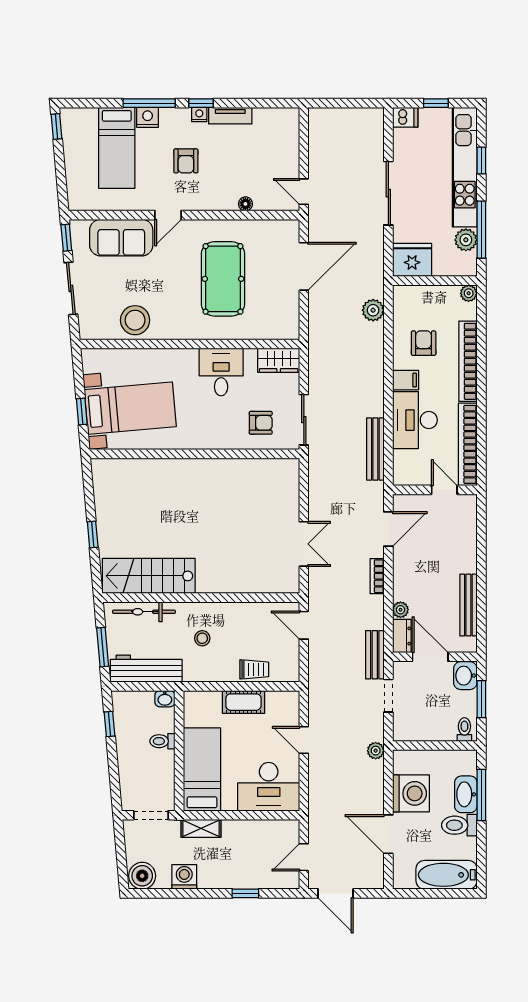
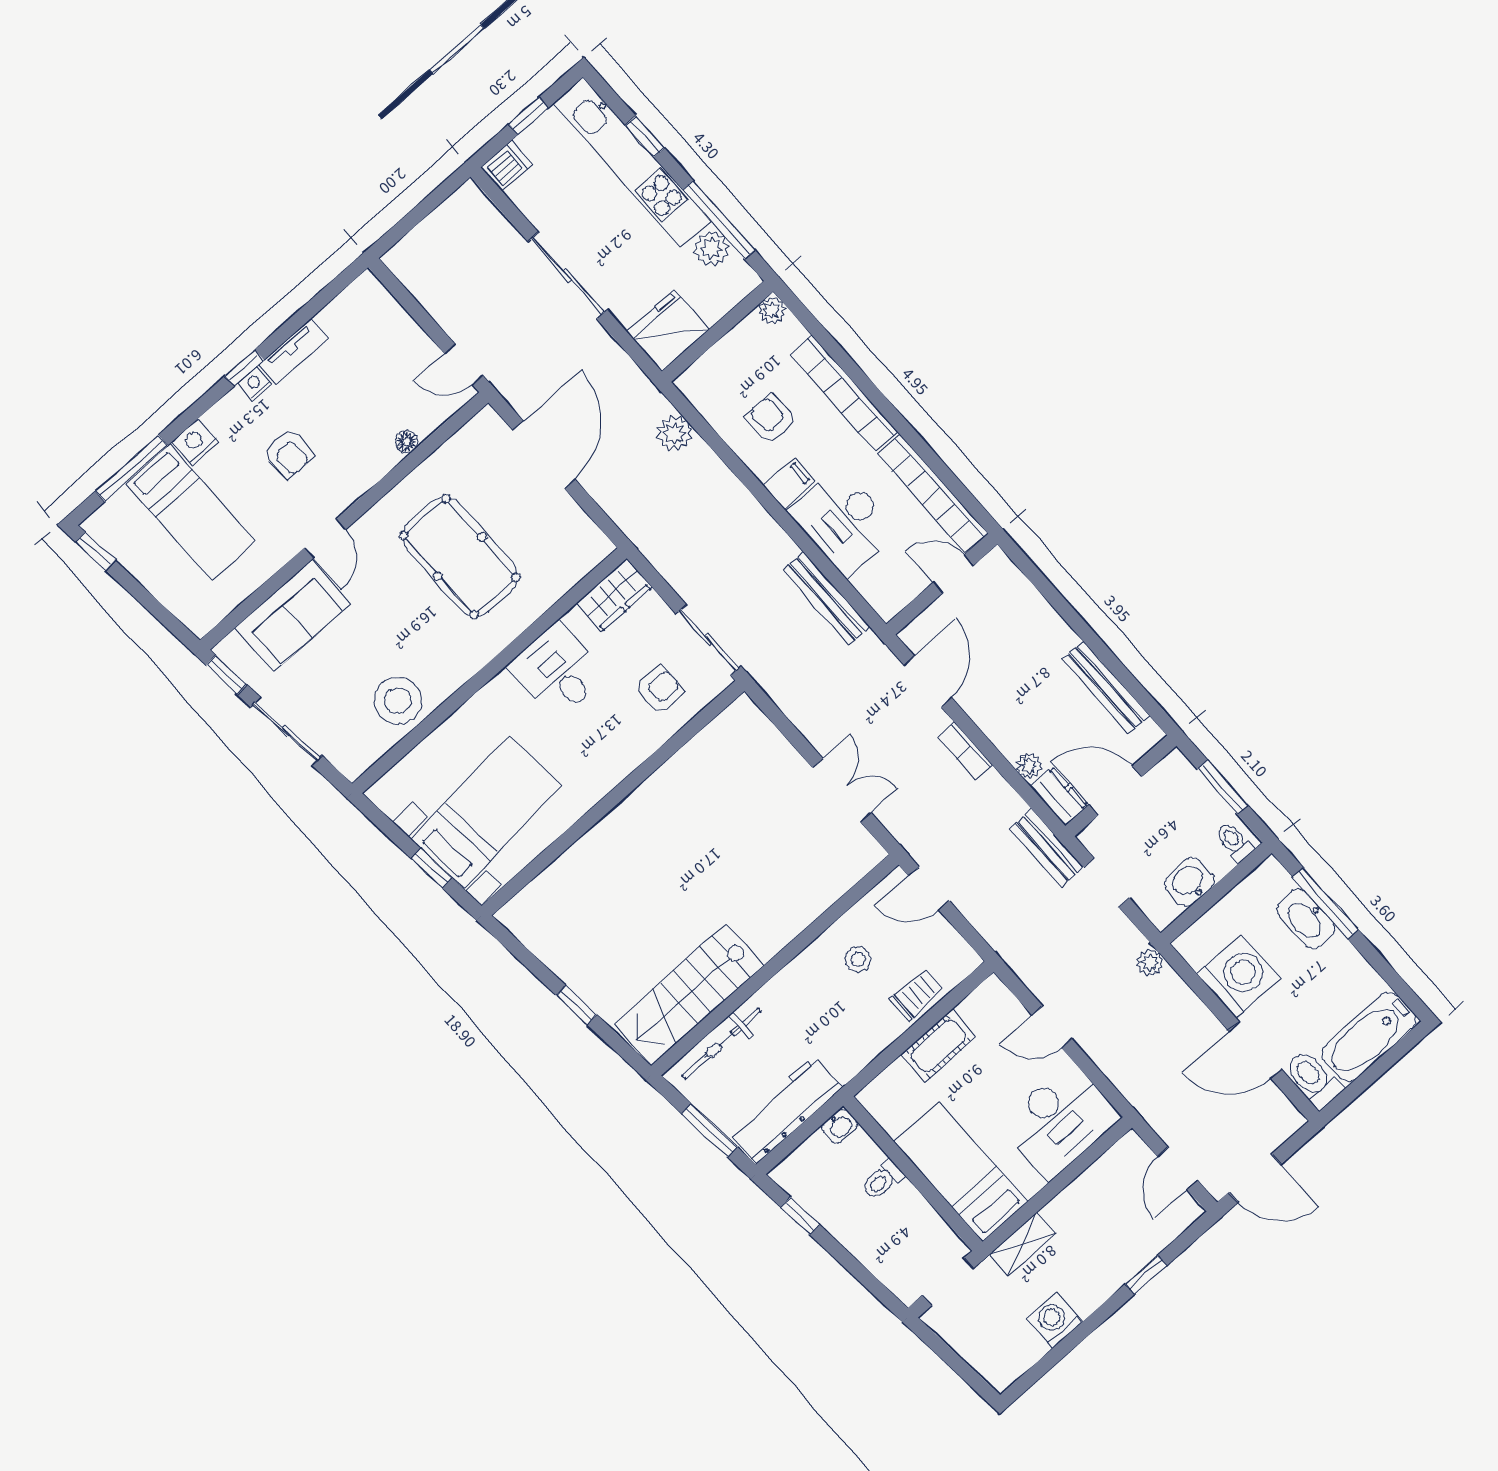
window: (149, 103) -> (132, 468), moved
stool: (202, 638) -> (858, 959), moved
washbasin: (465, 676) -> (1189, 882), moved, turned 90
toilet: (459, 825) -> (1313, 1079), moved, turned 90
boiler: (142, 876) -> (1002, 1364), removed

